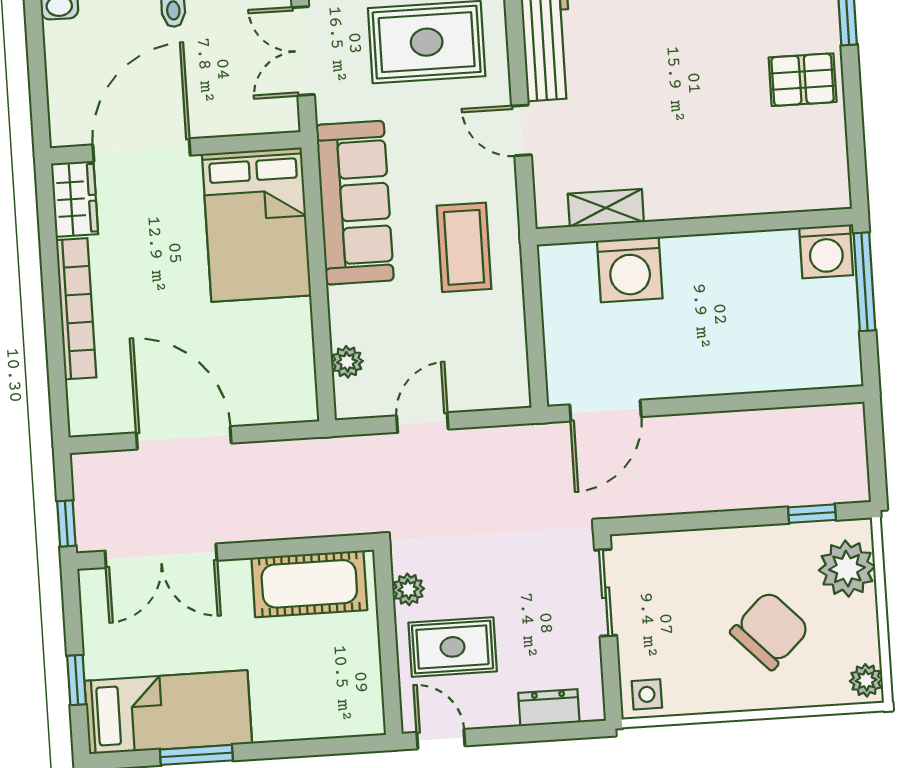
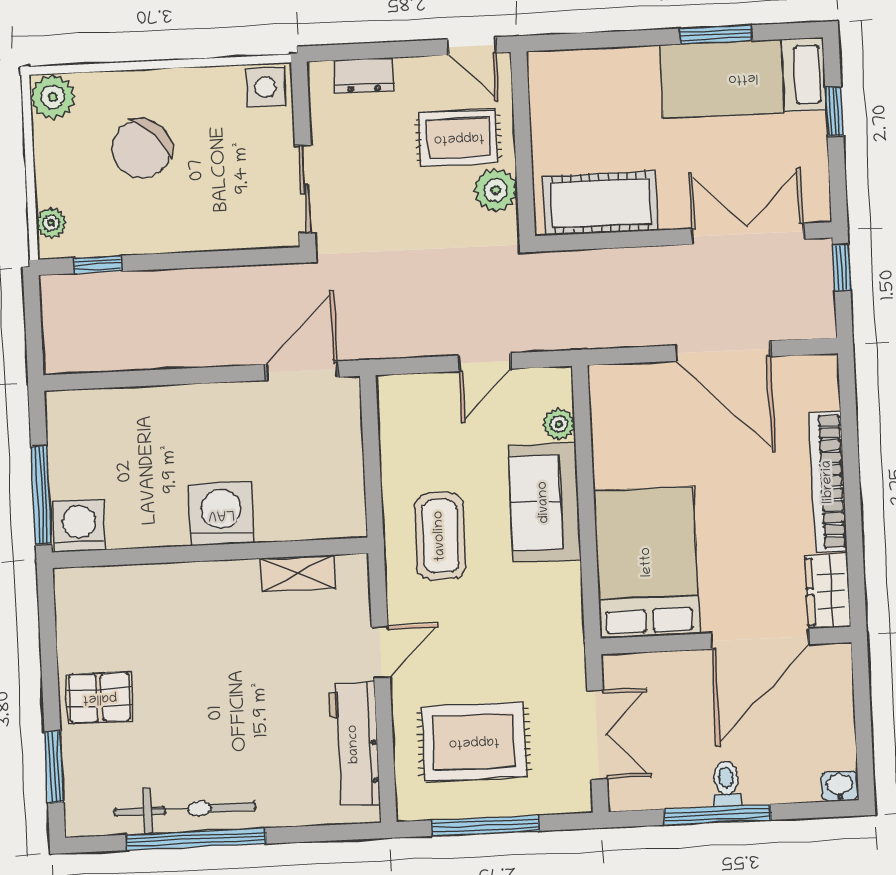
door: (521, 130) -> (381, 652), hinge flipped
sofa: (355, 203) -> (544, 502), moved, width x0.73
washing machine: (630, 270) -> (221, 514), moved
plant: (847, 569) -> (51, 223), width x0.53, depth x0.53
plant: (408, 589) -> (495, 190), width x1.38, depth x1.38
plant: (866, 680) -> (53, 97), width x1.38, depth x1.38
side table: (647, 694) -> (266, 87), width x1.37, depth x1.37

